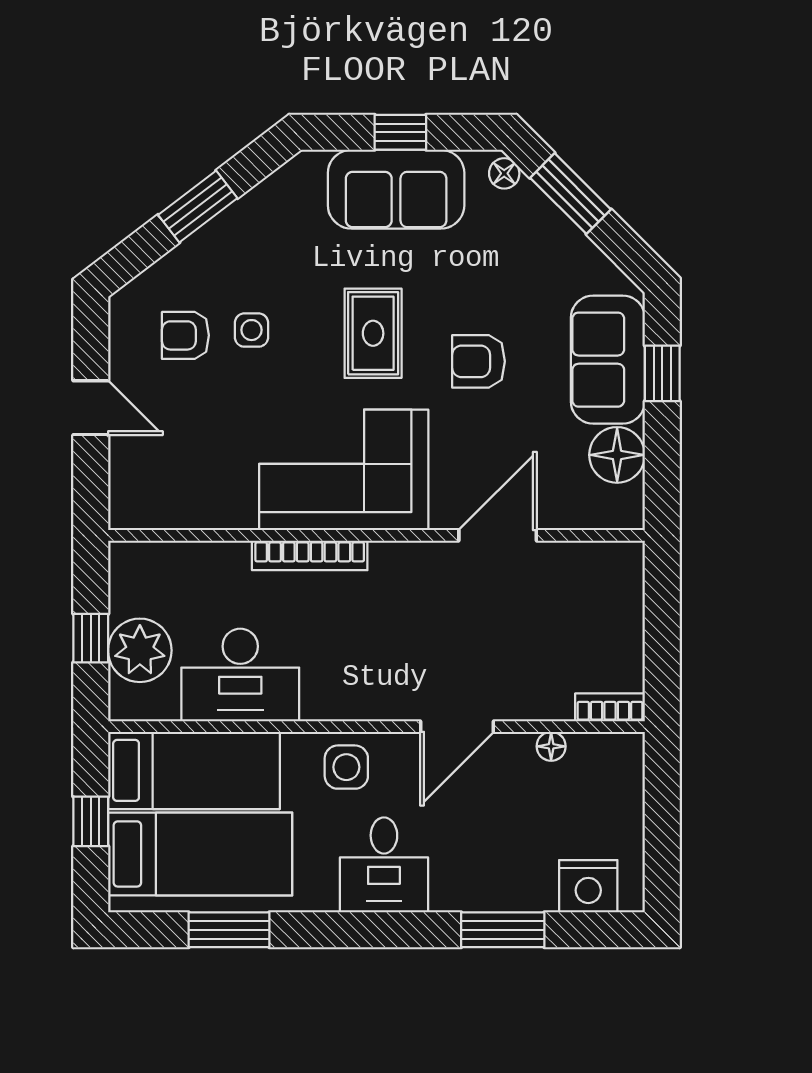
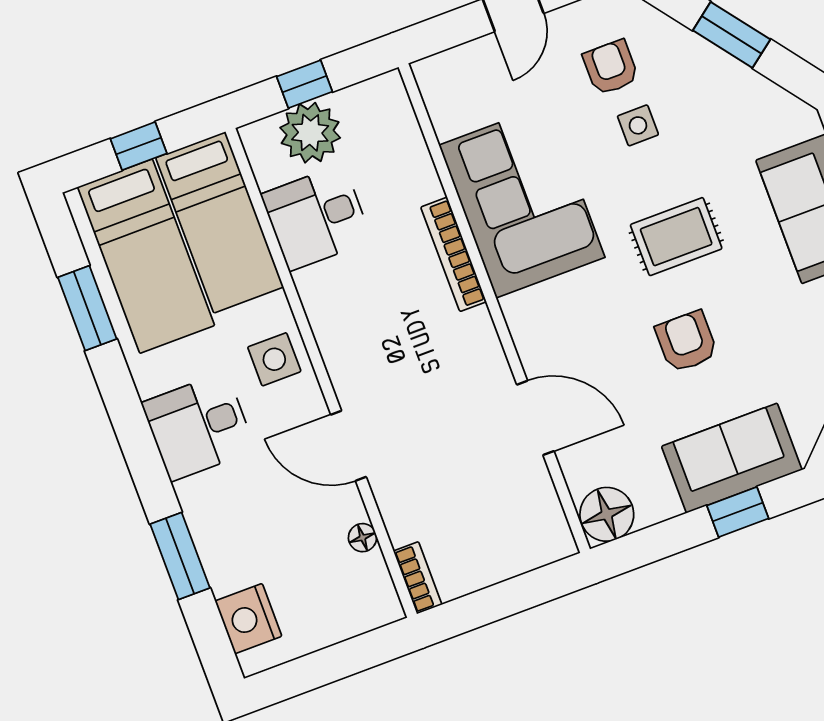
floor lamp: (617, 455) -> (607, 514), moved
corner sofa: (344, 470) -> (522, 201), moved
desk: (240, 675) -> (316, 218), width x0.73

